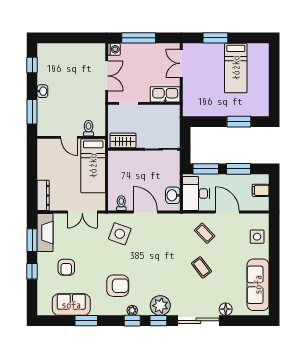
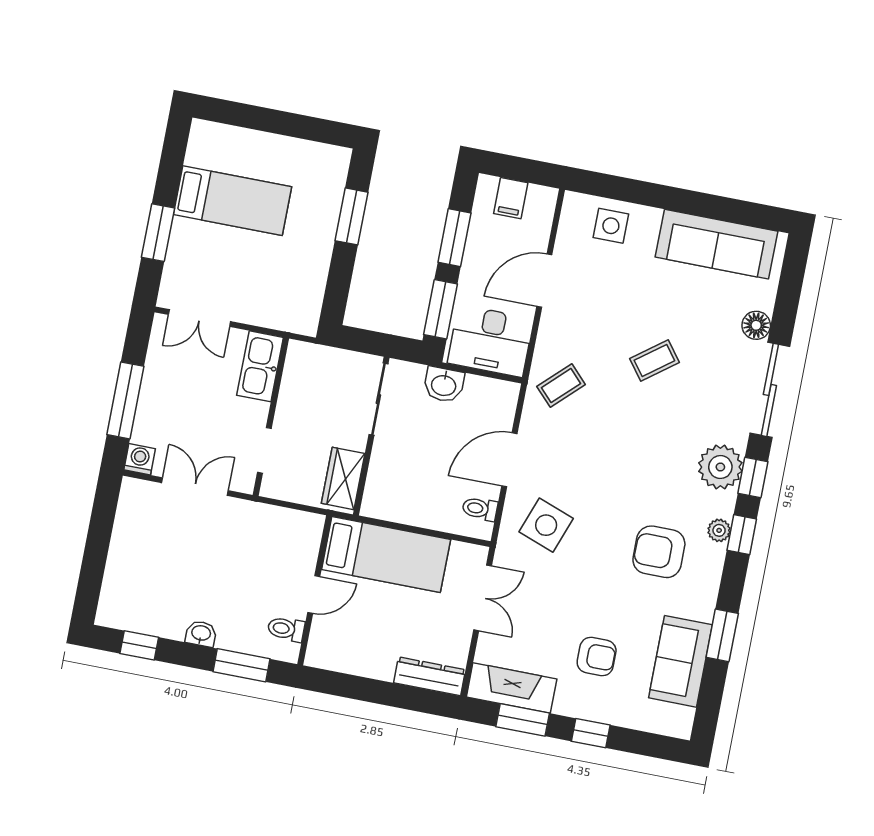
toilet: (88, 128) -> (286, 629), moved
washbasin: (173, 195) -> (444, 385), moved
coffee table: (205, 233) -> (561, 386), moved
armchair: (118, 286) -> (659, 552), turned -90

